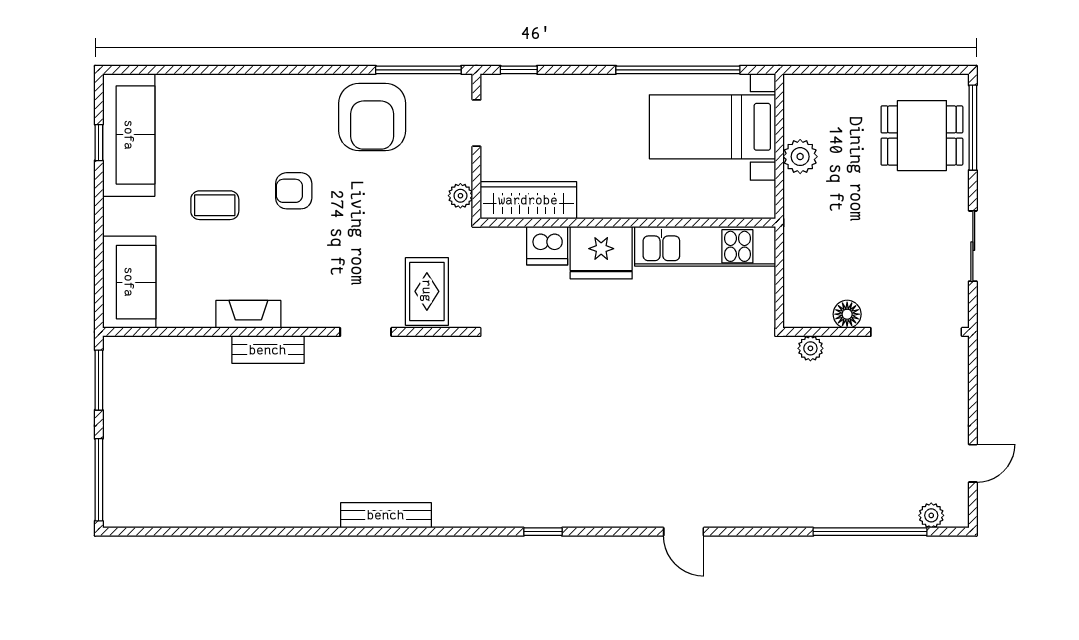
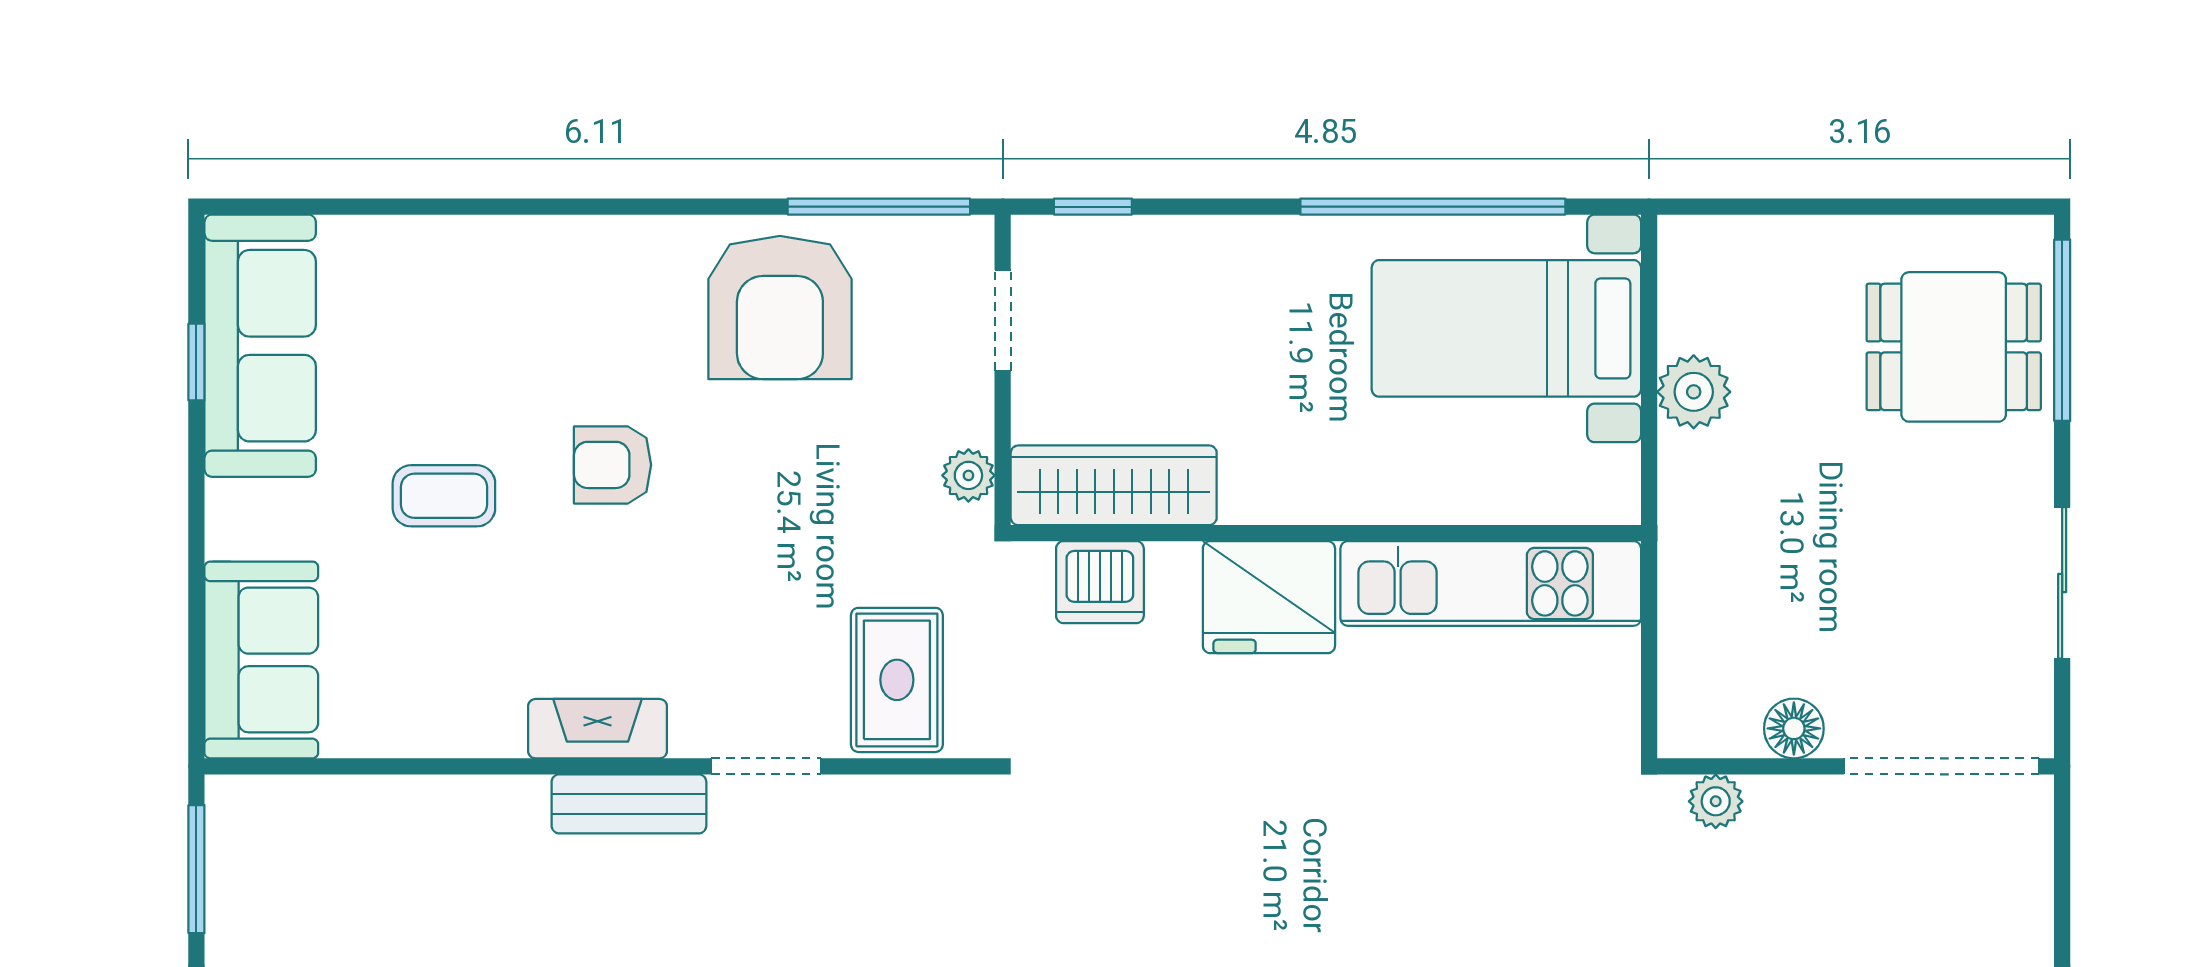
dishwasher: (547, 246) -> (1100, 582), moved
fireplace: (248, 314) -> (598, 729), moved
bench: (268, 350) -> (629, 804), moved

